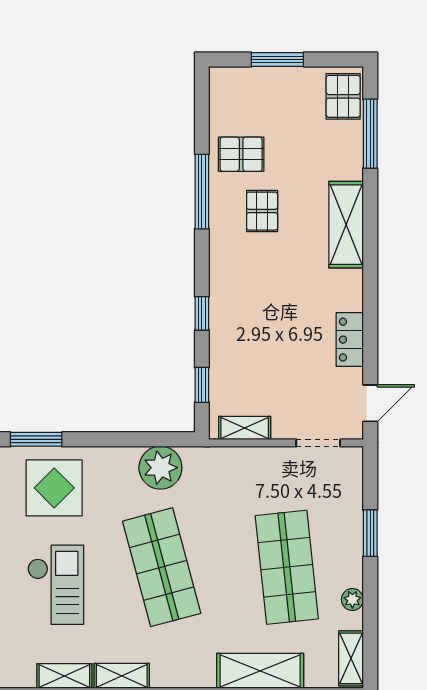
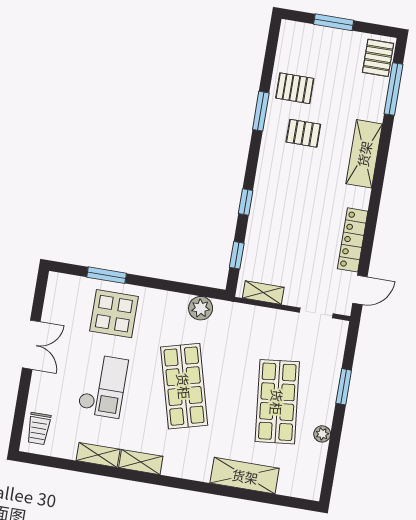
window: (202, 192) -> (261, 111), width x0.69
pallet: (262, 211) -> (303, 133), turned 90
locker: (350, 340) -> (353, 240), width x1.53
plant: (160, 468) -> (201, 308), width x0.73, depth x0.73
shelving: (351, 658) -> (314, 478), removed

